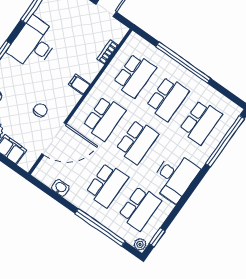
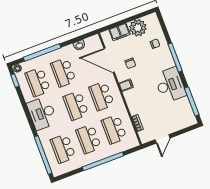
filing cabinet: (79, 84) -> (126, 85), moved
door: (54, 139) -> (109, 60), hinge flipped

